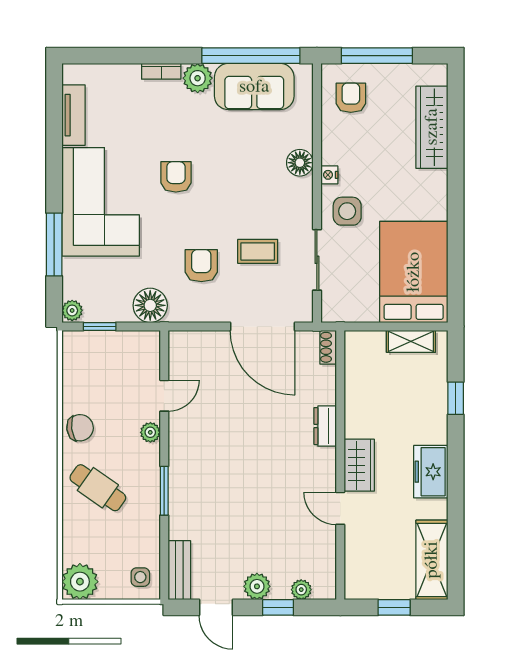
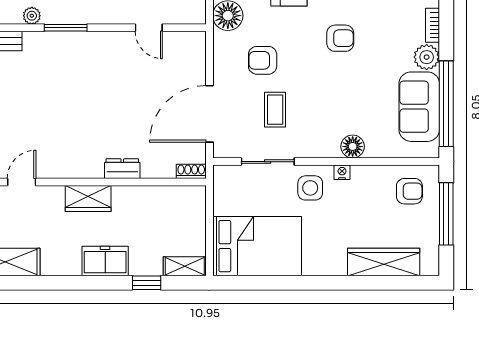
armchair: (201, 266) -> (263, 60), turned 180
shelving: (411, 341) -> (185, 266), moved, turned 90
plant: (150, 432) -> (32, 16), moved
freezer: (431, 472) -> (105, 261), moved
door: (340, 508) -> (22, 182), moved

